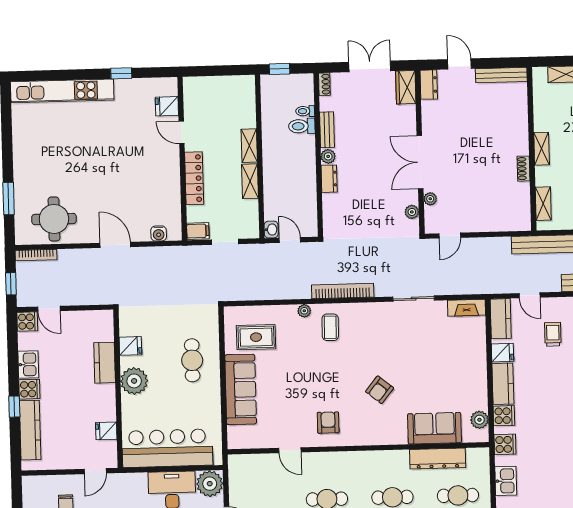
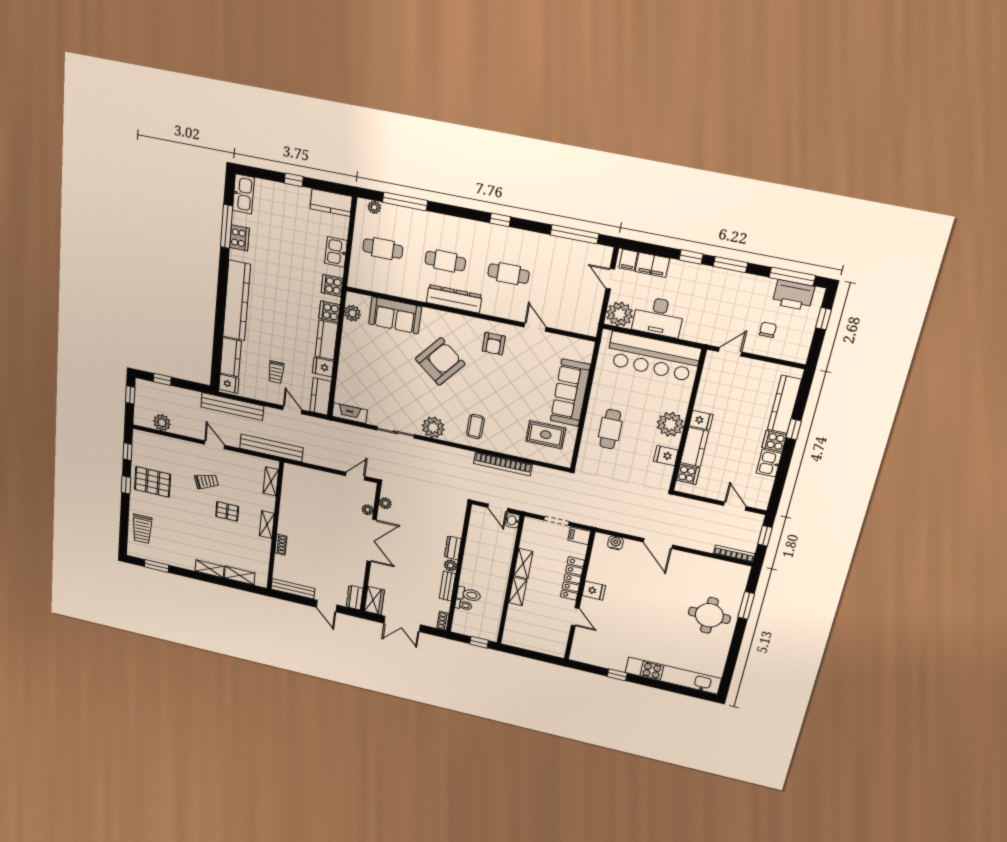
fridge: (167, 106) -> (594, 591), moved
shoe rack: (523, 169) -> (281, 545), moved
round table: (54, 219) -> (709, 615), moved
bookcase: (343, 291) -> (503, 464), moved
plant: (304, 311) -> (433, 427), moved, width x1.88, depth x1.88
cooker: (27, 322) -> (688, 474), moved, turned 180
armchair: (380, 390) -> (440, 362), width x1.88, depth x1.88
fridge: (106, 431) -> (701, 420), moved
dresser: (438, 459) -> (454, 299), moved

